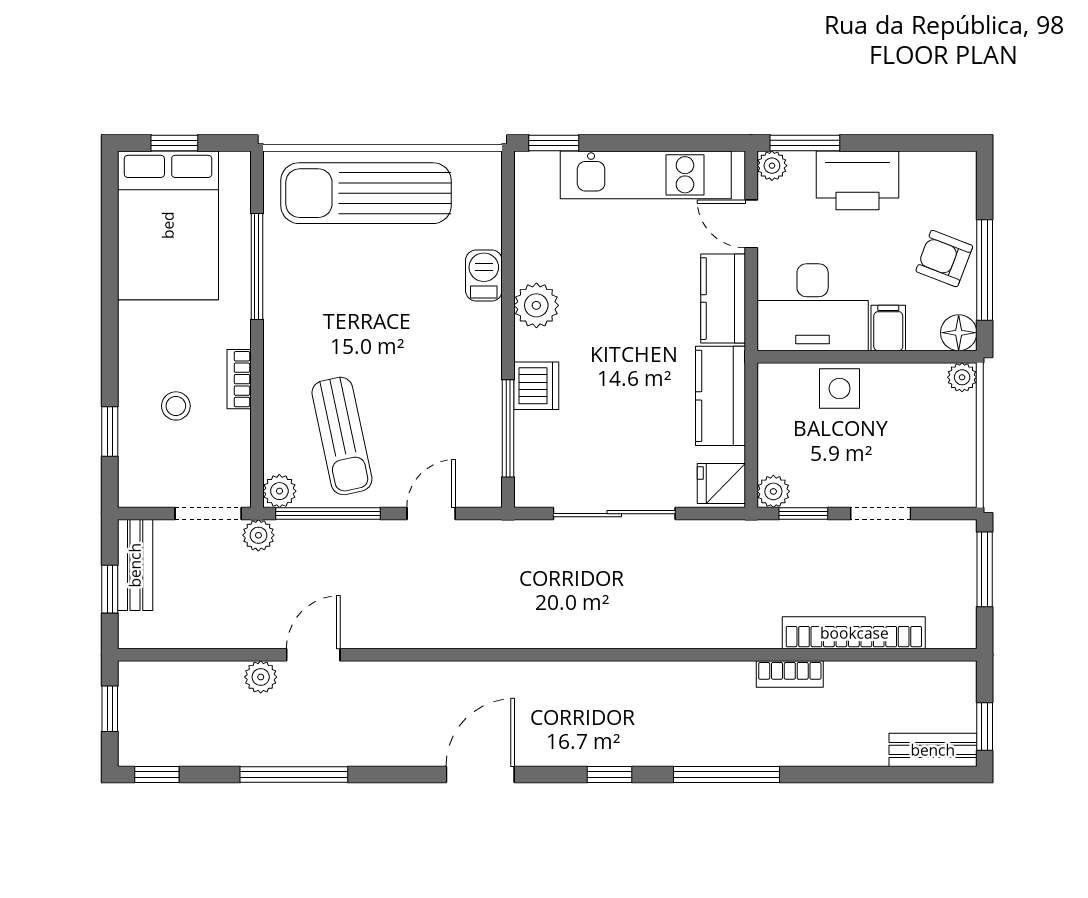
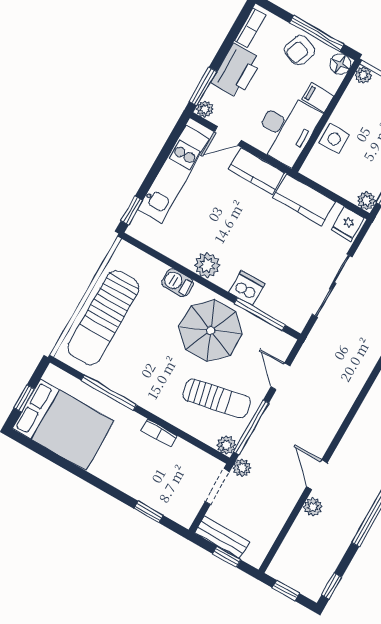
bookcase: (935, 164) -> (250, 28), added
parasol: (440, 368) -> (211, 331), added
stool: (176, 406) -> (155, 472), removed

